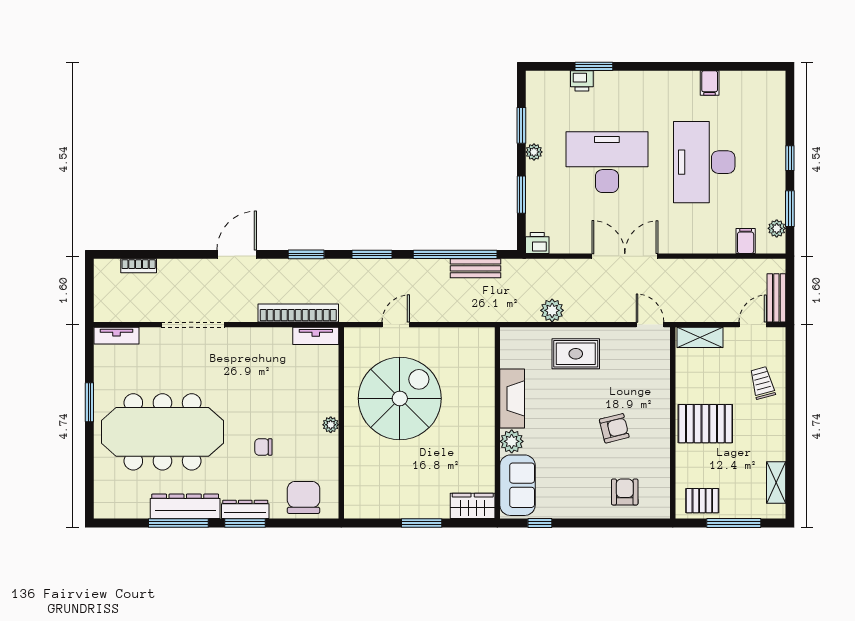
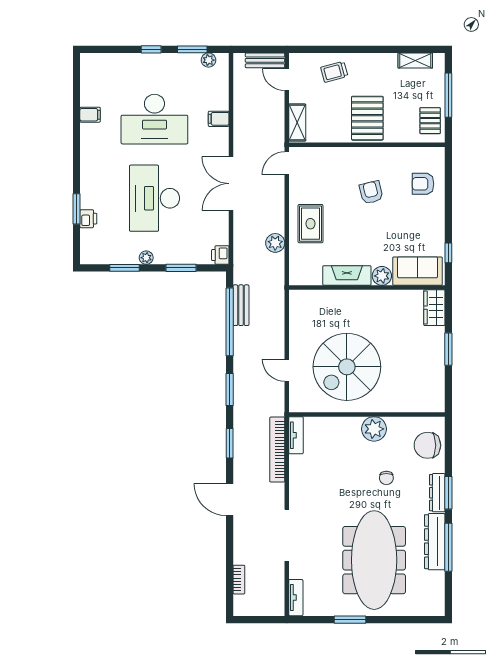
filing cabinet: (746, 241) -> (219, 119), moved
spiral stairs: (400, 398) -> (347, 367), turned -90
plant: (331, 425) -> (374, 429), width x1.87, depth x1.87

